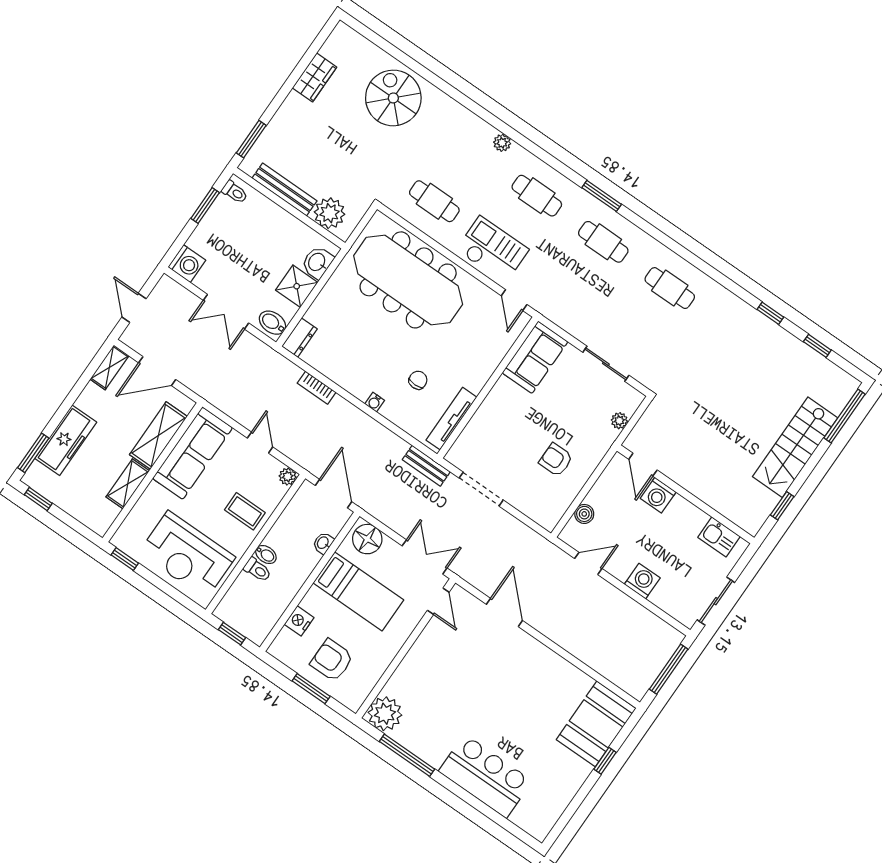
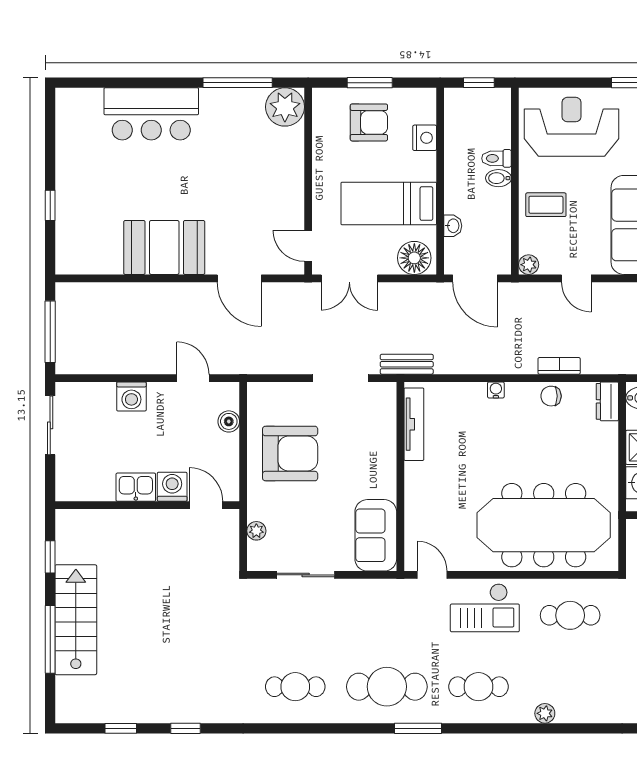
cafe table: (603, 242) -> (387, 687), width x1.37, depth x1.35
chair: (418, 380) -> (551, 396), moved, turned 90
window: (845, 416) -> (50, 639), moved
armchair: (556, 460) -> (290, 454), width x1.88, depth x1.88
kitchen sink: (719, 537) -> (136, 487), moved
door: (588, 564) -> (193, 378), swing flipped
booth: (596, 724) -> (164, 247), moved, turned 90

